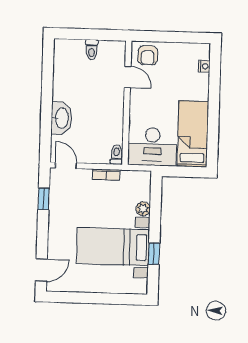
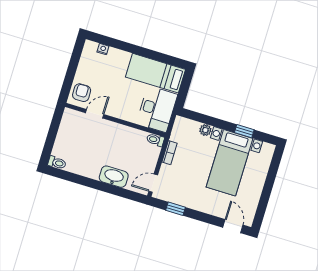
toilet: (92, 50) -> (57, 163), moved
armchair: (148, 55) -> (82, 93), turned -91

